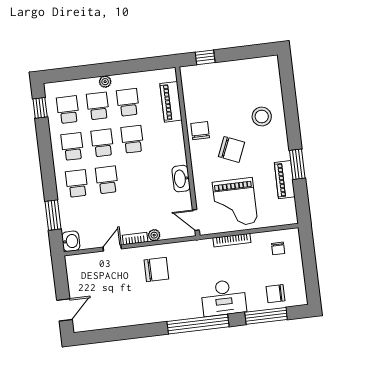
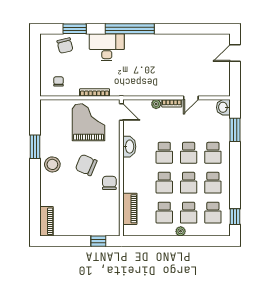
stool: (262, 116) -> (52, 164), moved
chair: (200, 131) -> (109, 183), turned 180
school desk: (137, 176) -> (164, 153), added
piano: (285, 180) -> (47, 221), moved
chair: (156, 269) -> (158, 76), removed
chair: (276, 294) -> (65, 46), turned 76
window: (266, 316) -> (75, 29), width x0.69

